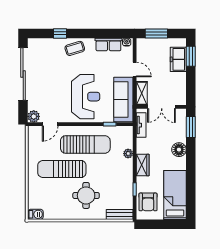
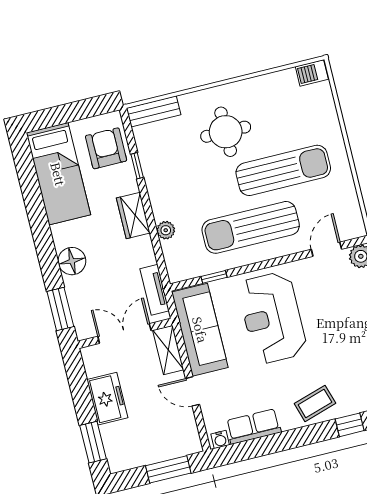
freezer: (178, 59) -> (107, 399), moved

